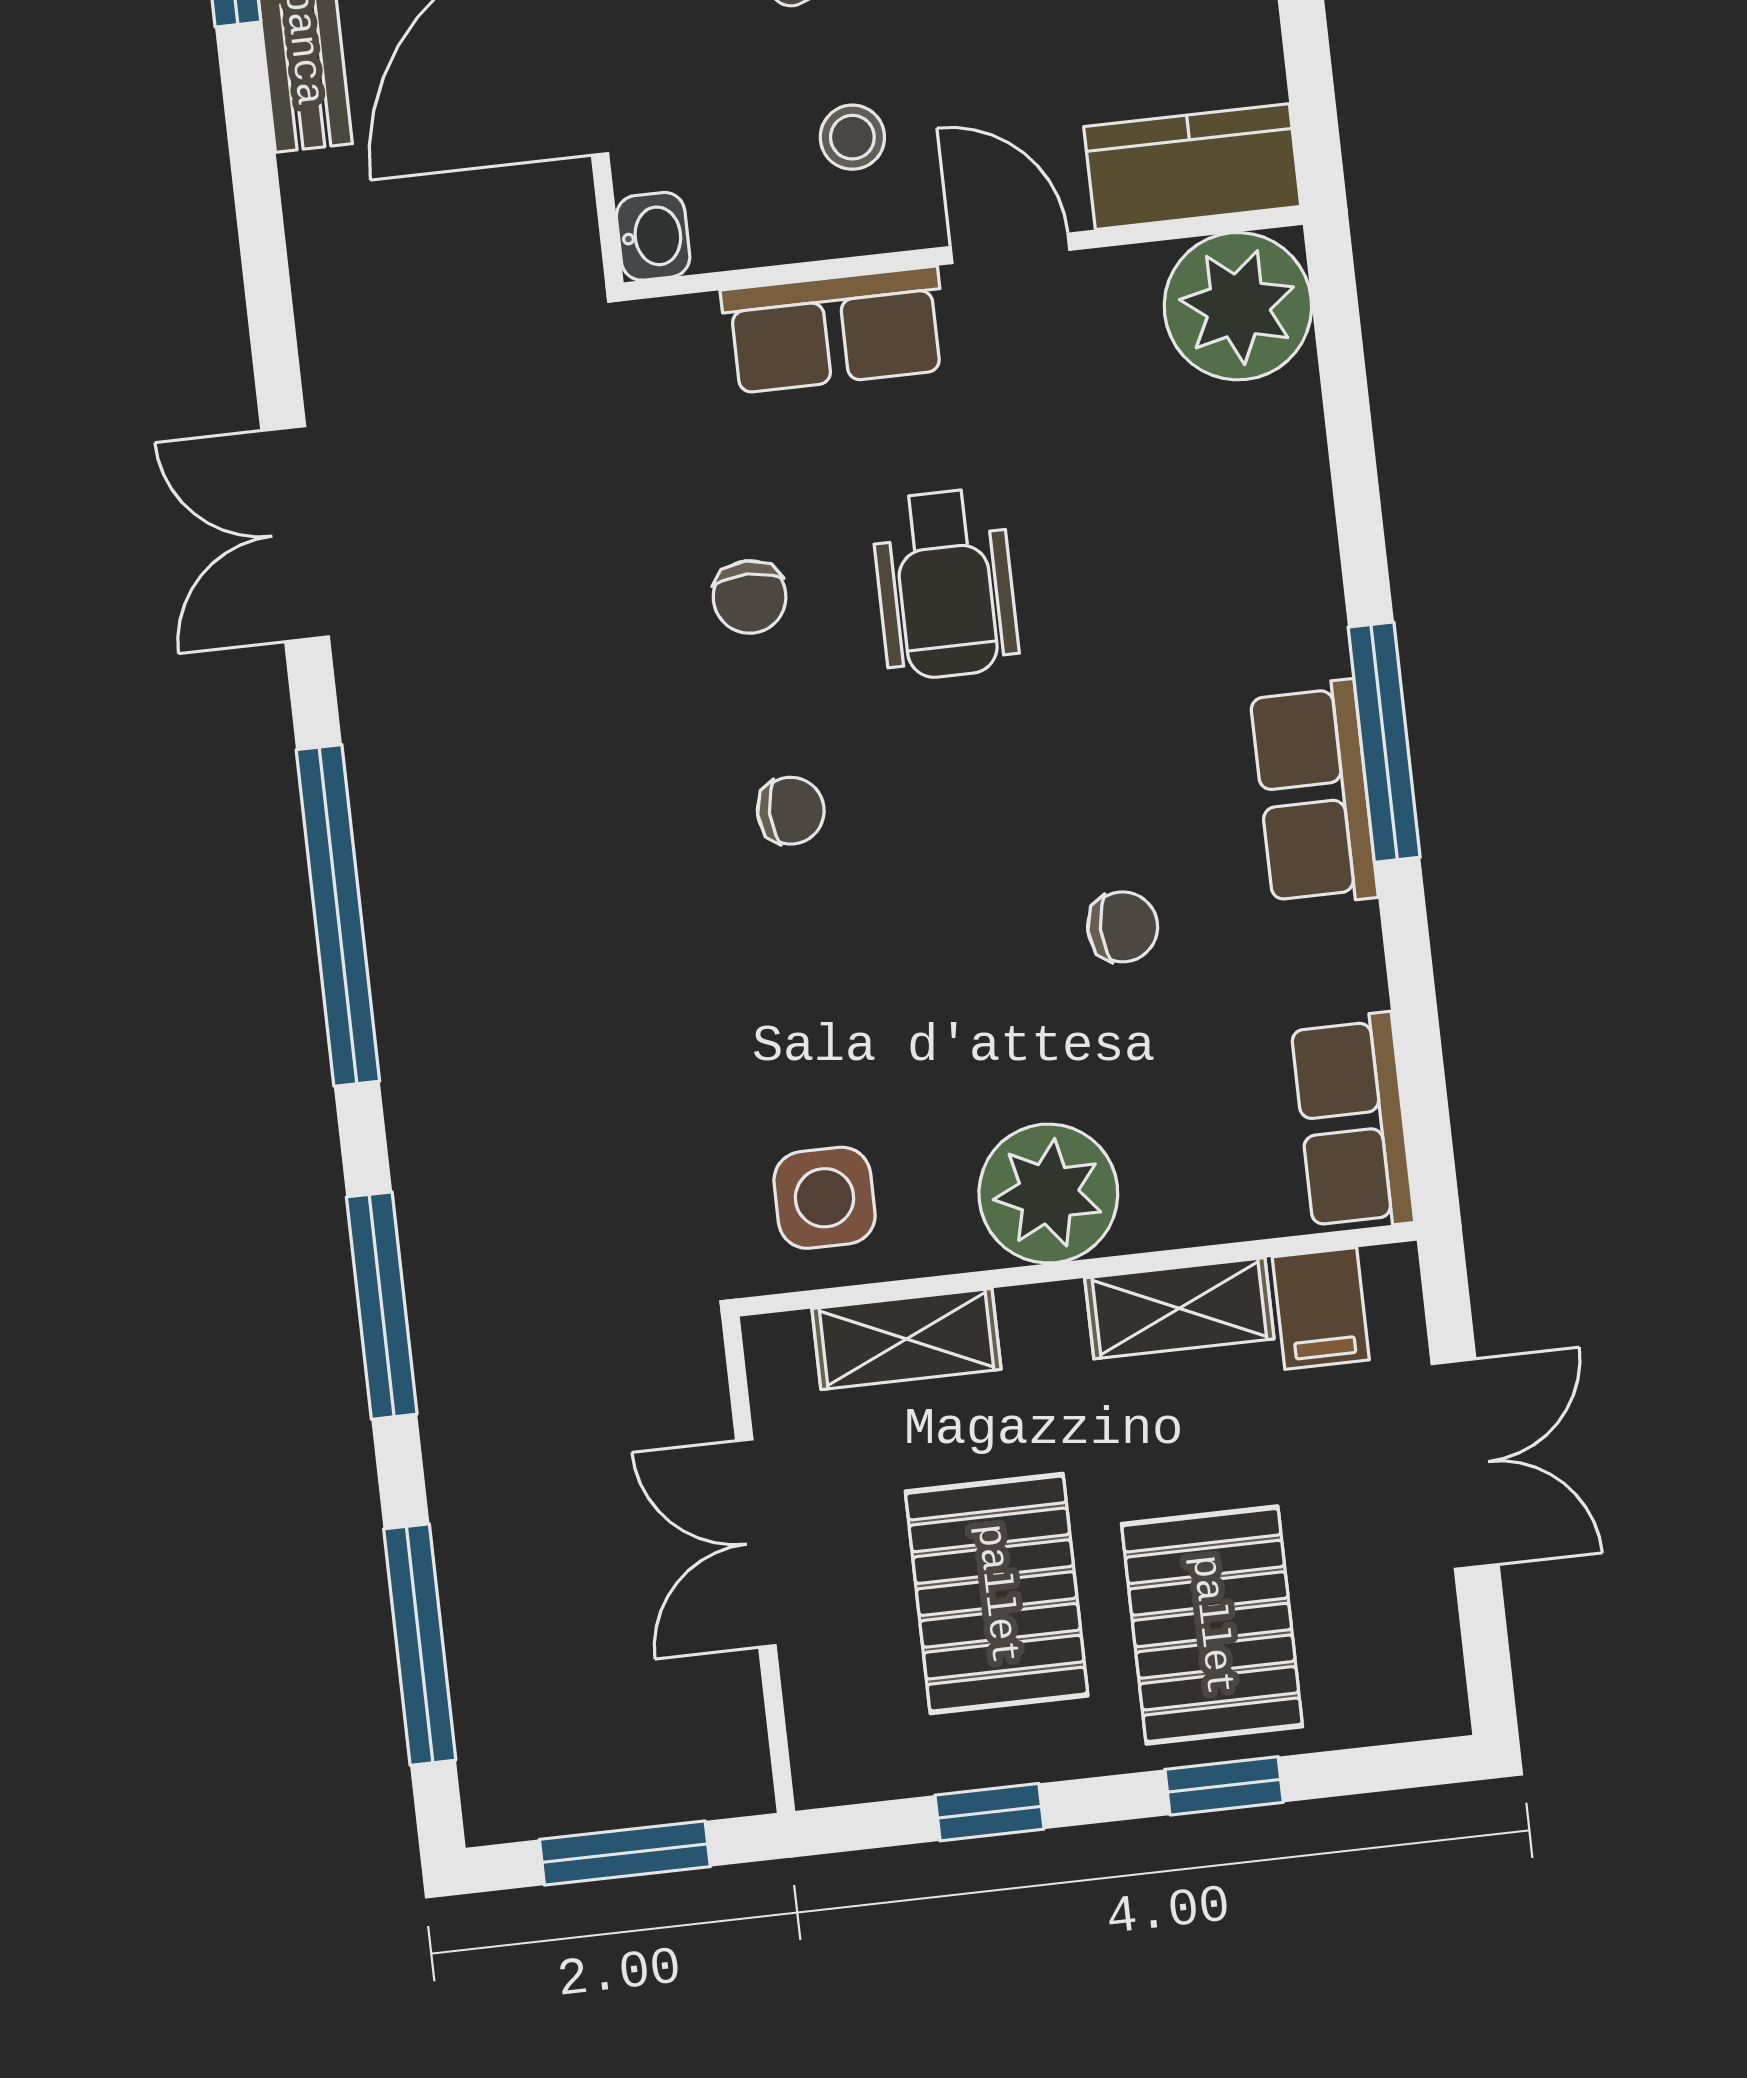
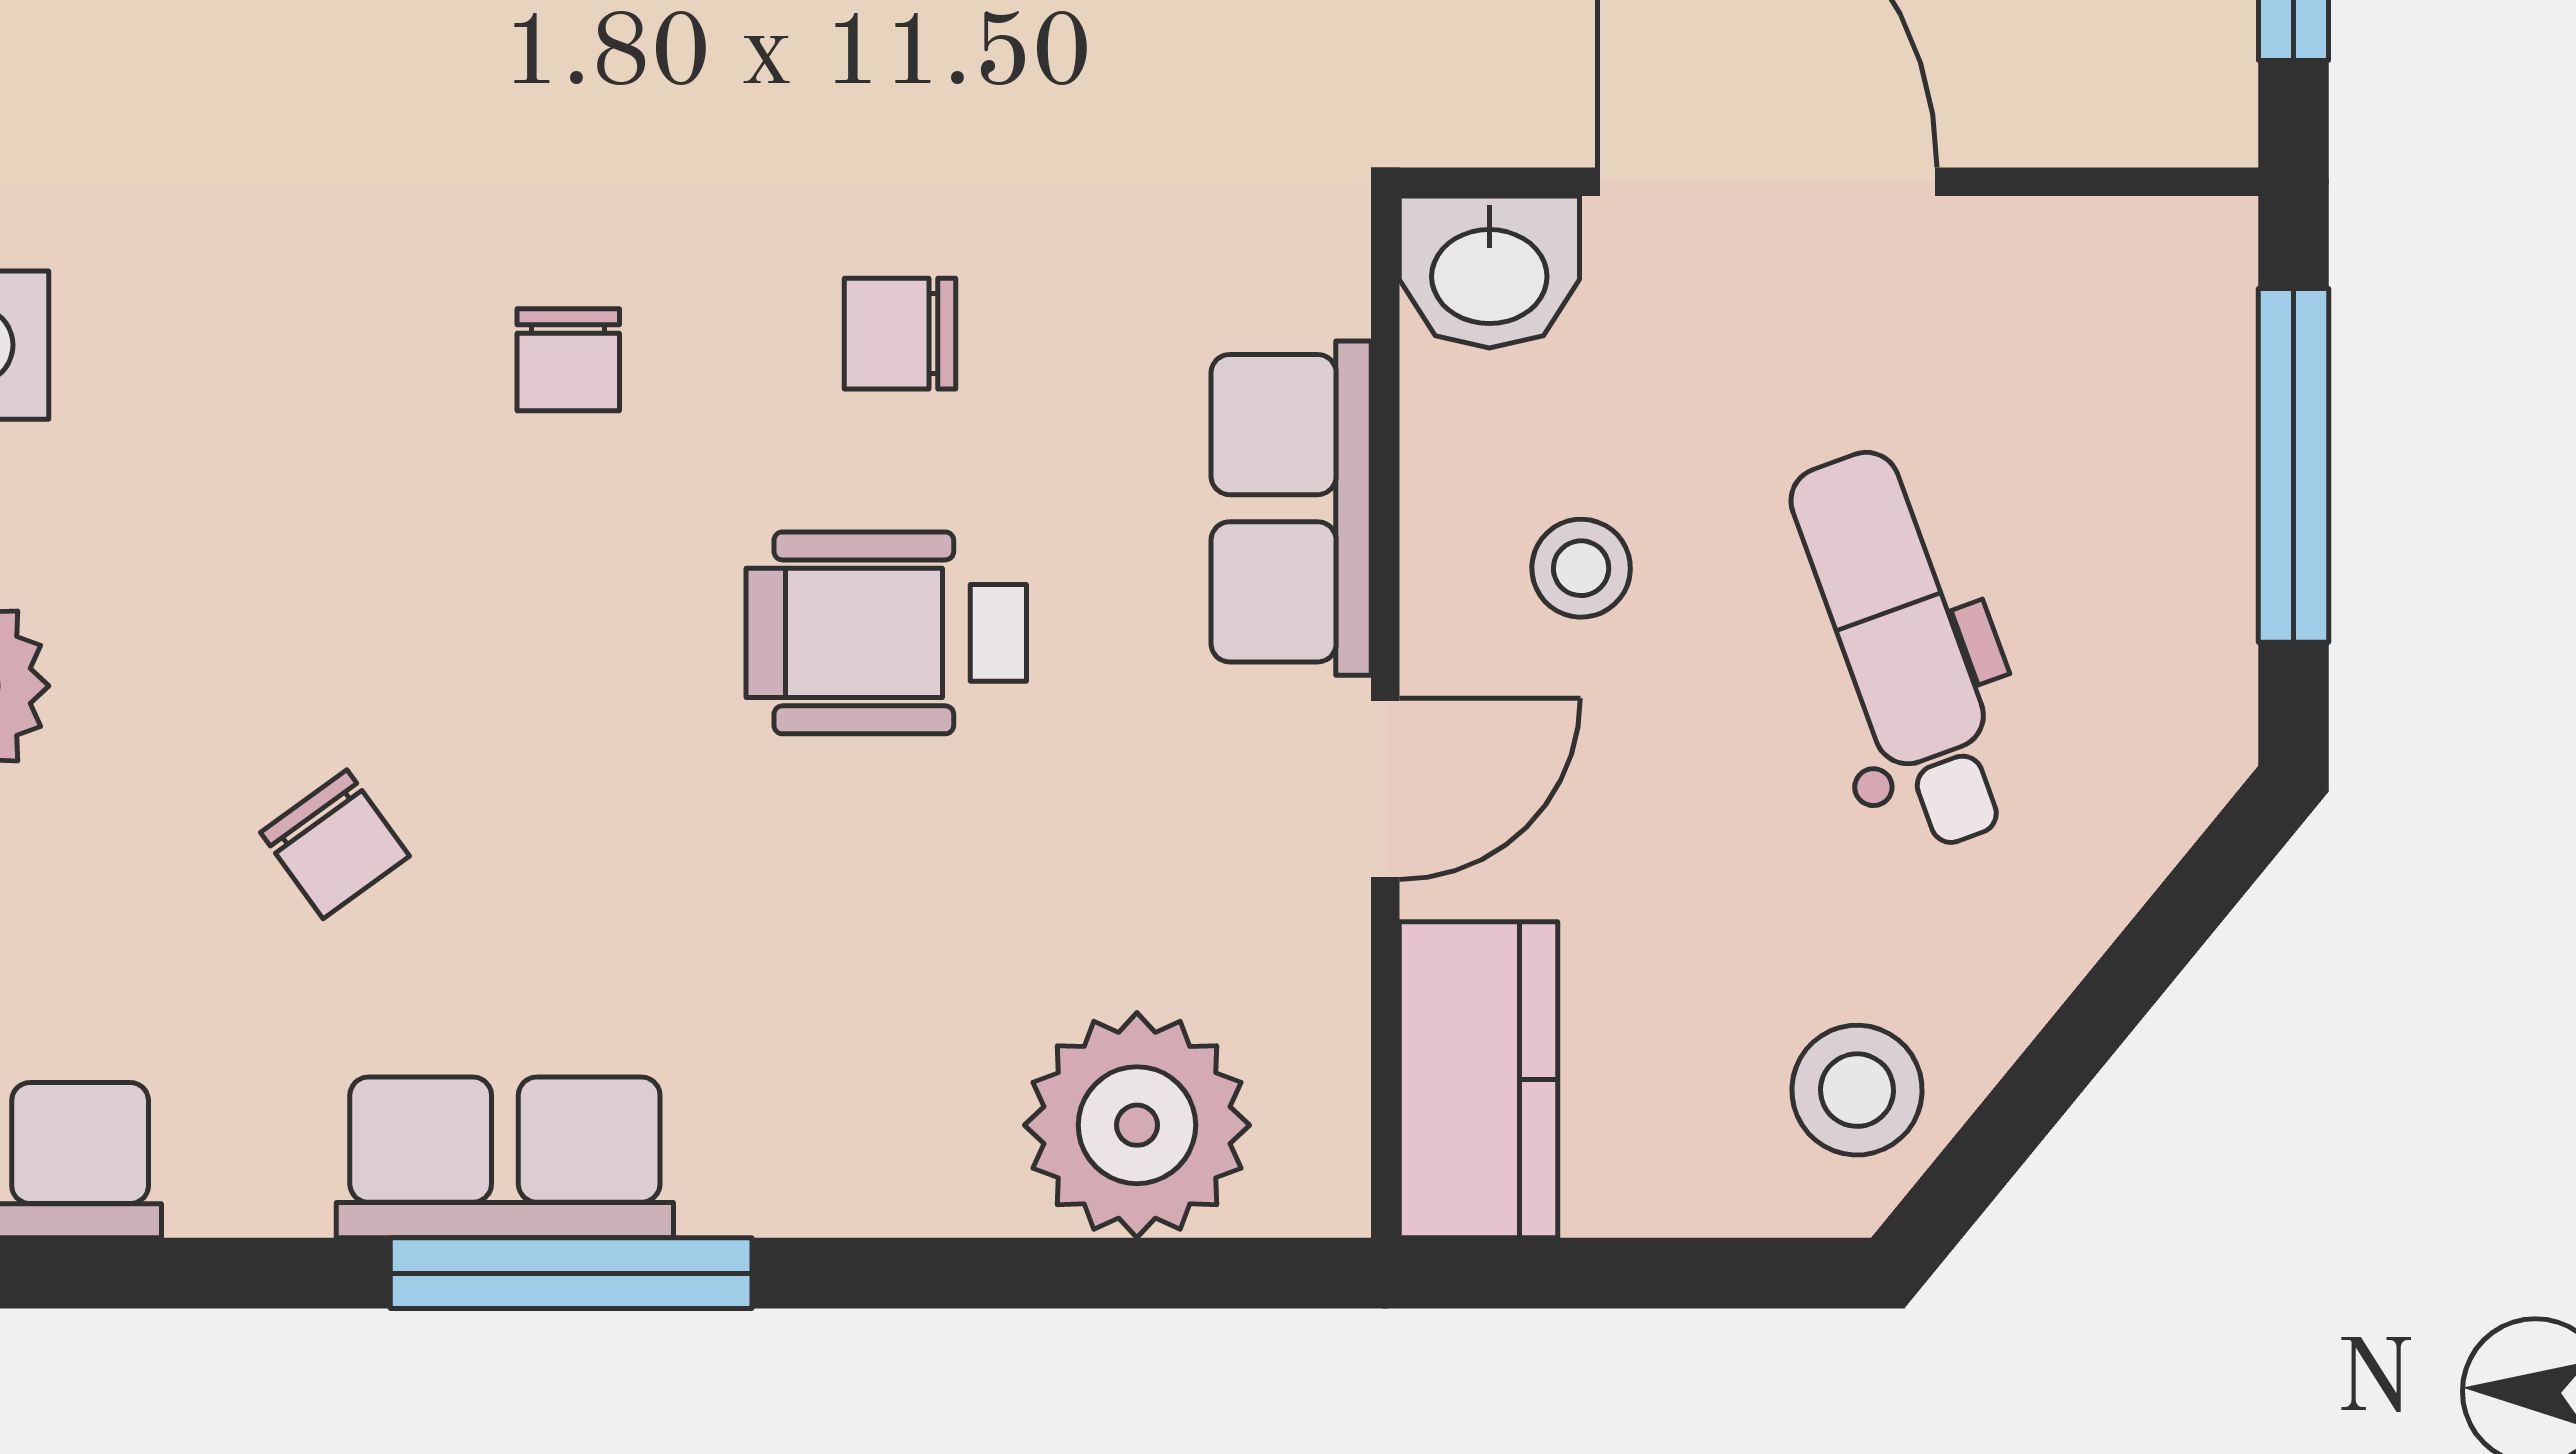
washbasin: (653, 236) -> (1489, 272), width x1.38, depth x1.45
plant: (1238, 306) -> (1137, 1125), moved
chair: (1123, 927) -> (335, 844), turned -36

